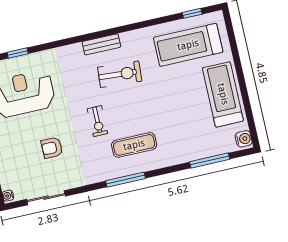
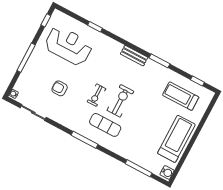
window: (133, 27) -> (160, 61), added
treadmill: (188, 45) -> (181, 96), width x0.73, depth x0.73
window: (18, 53) -> (95, 27), moved
exercise bike: (120, 74) -> (120, 101), moved, turned -94

